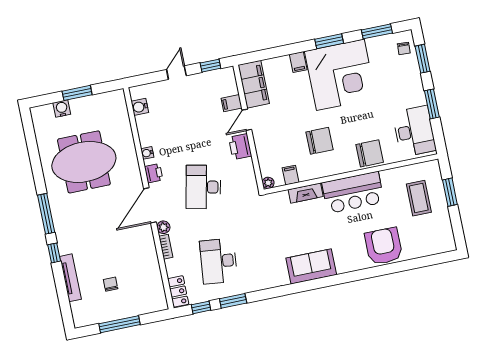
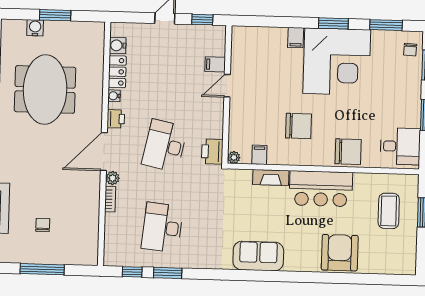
filing cabinet: (254, 84) -> (243, 50), removed
desk: (414, 131) -> (400, 146), width x0.73
printer: (240, 147) -> (212, 152), moved
meeting table: (84, 162) -> (45, 89), turned 90
locker: (178, 291) -> (117, 72), moved

